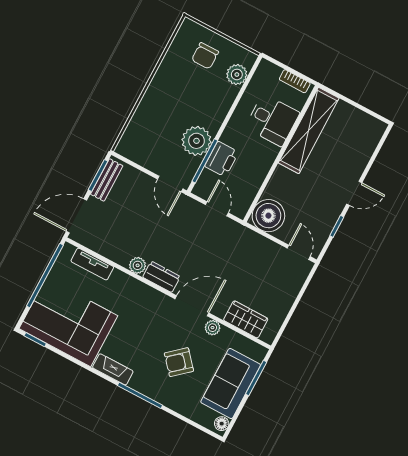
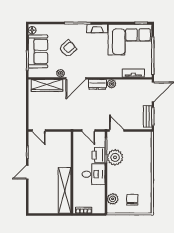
desk: (272, 120) -> (94, 174), moved, turned 180
boiler: (268, 216) -> (62, 140), removed
wardrobe: (246, 319) -> (47, 85), width x1.50

